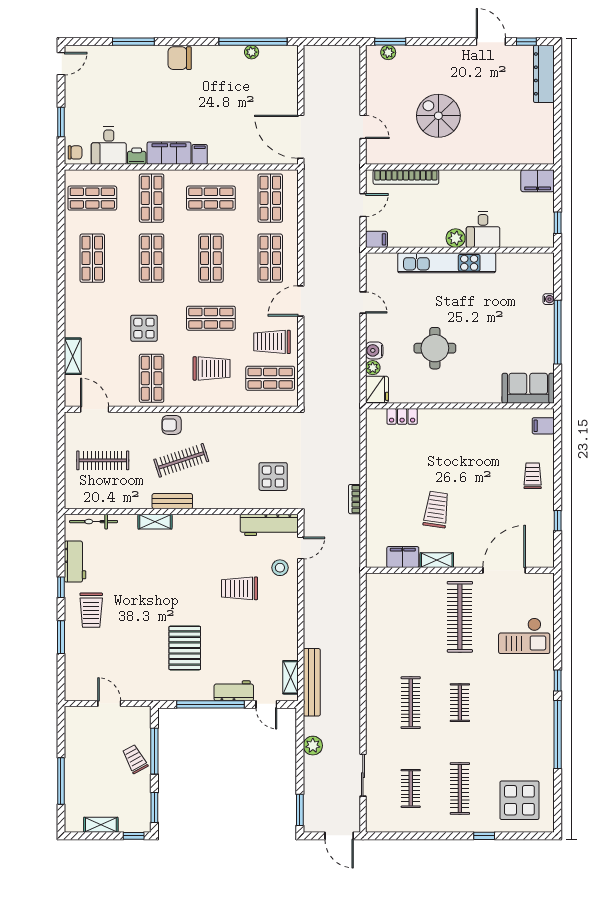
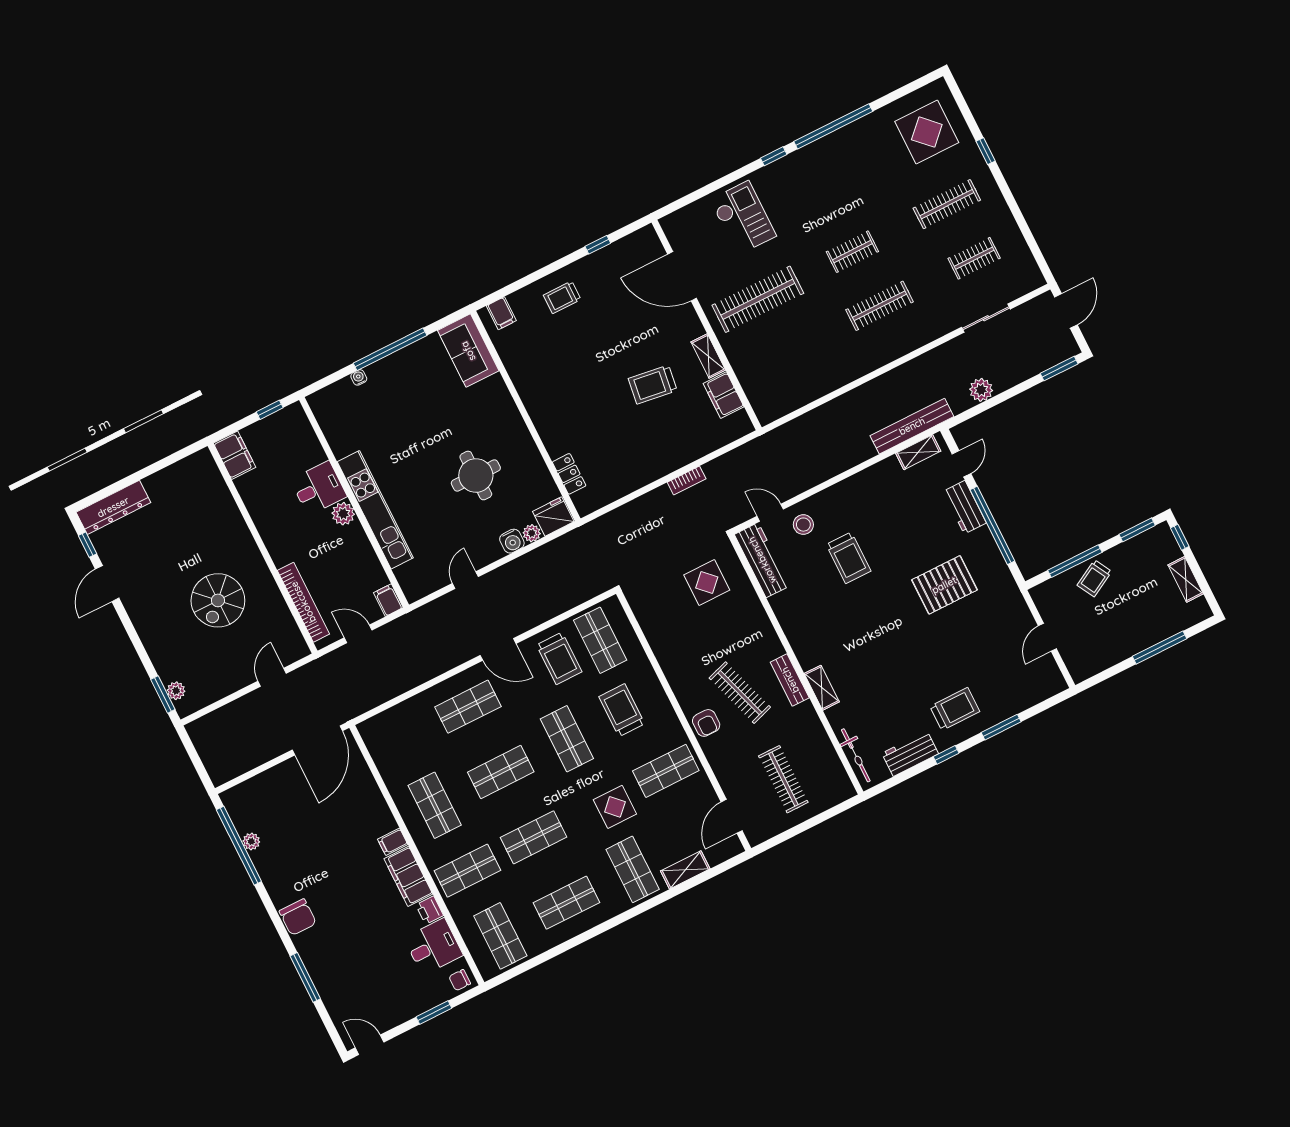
chair: (75, 152) -> (460, 980), turned -90
shop shelf: (270, 198) -> (633, 869), moved, turned 90

